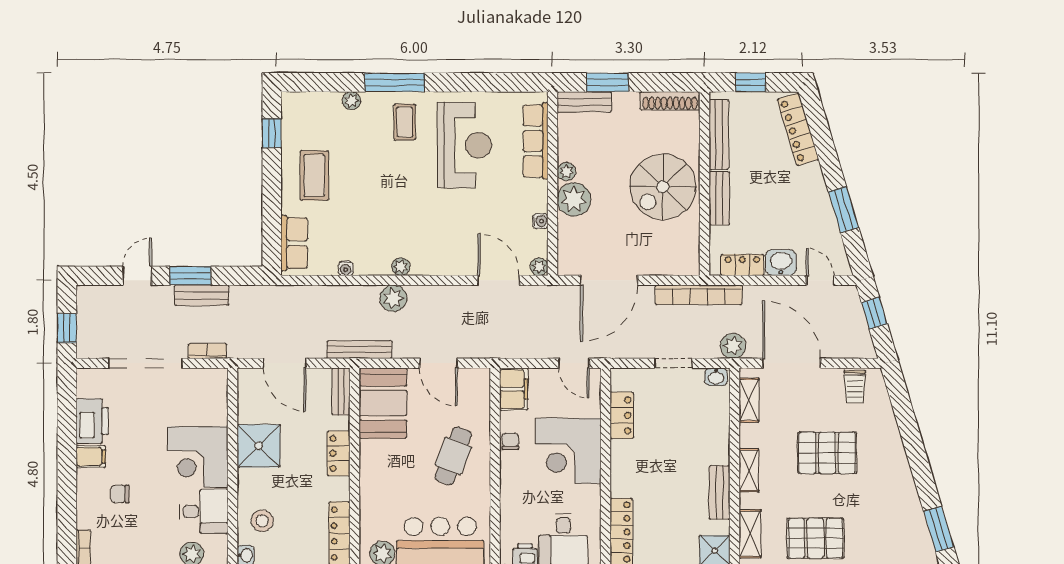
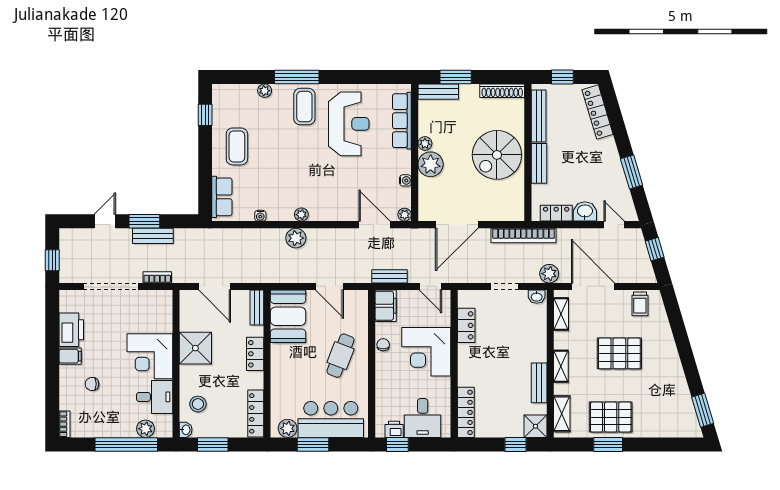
coffee table: (405, 122) -> (304, 107), width x1.36, depth x1.30
bench: (359, 350) -> (389, 276), moved, width x0.73

